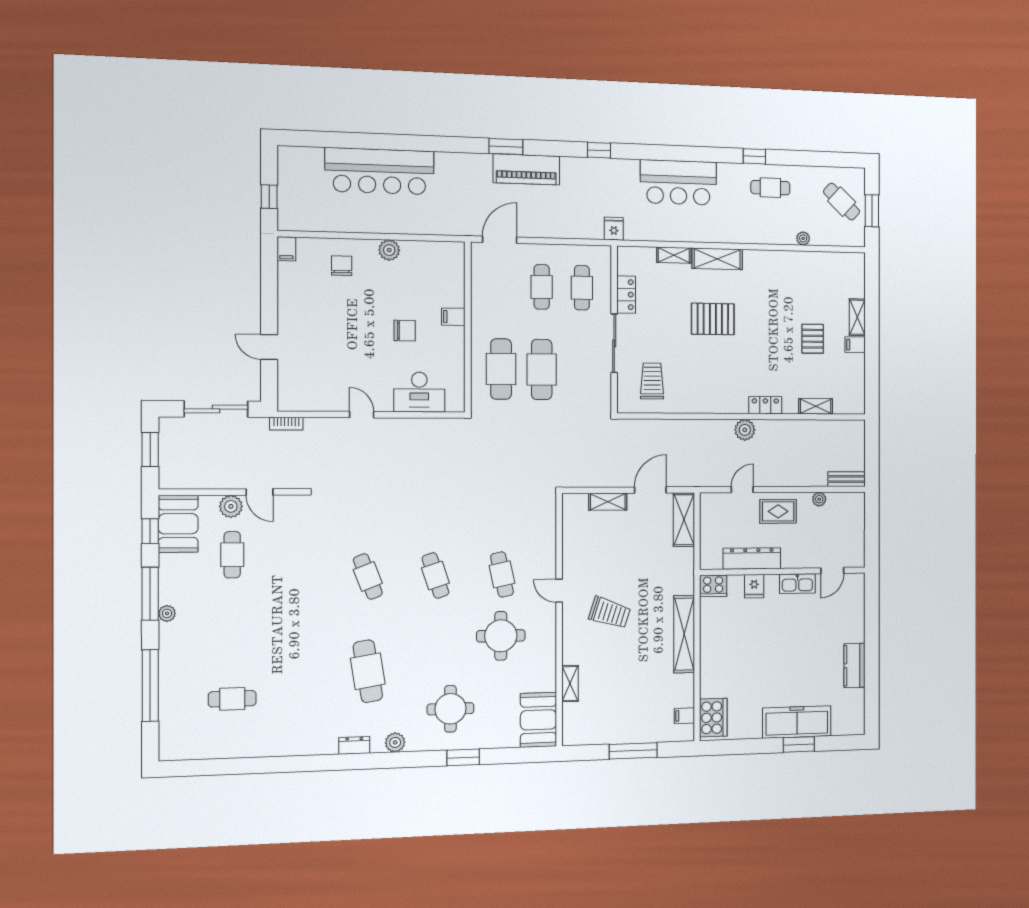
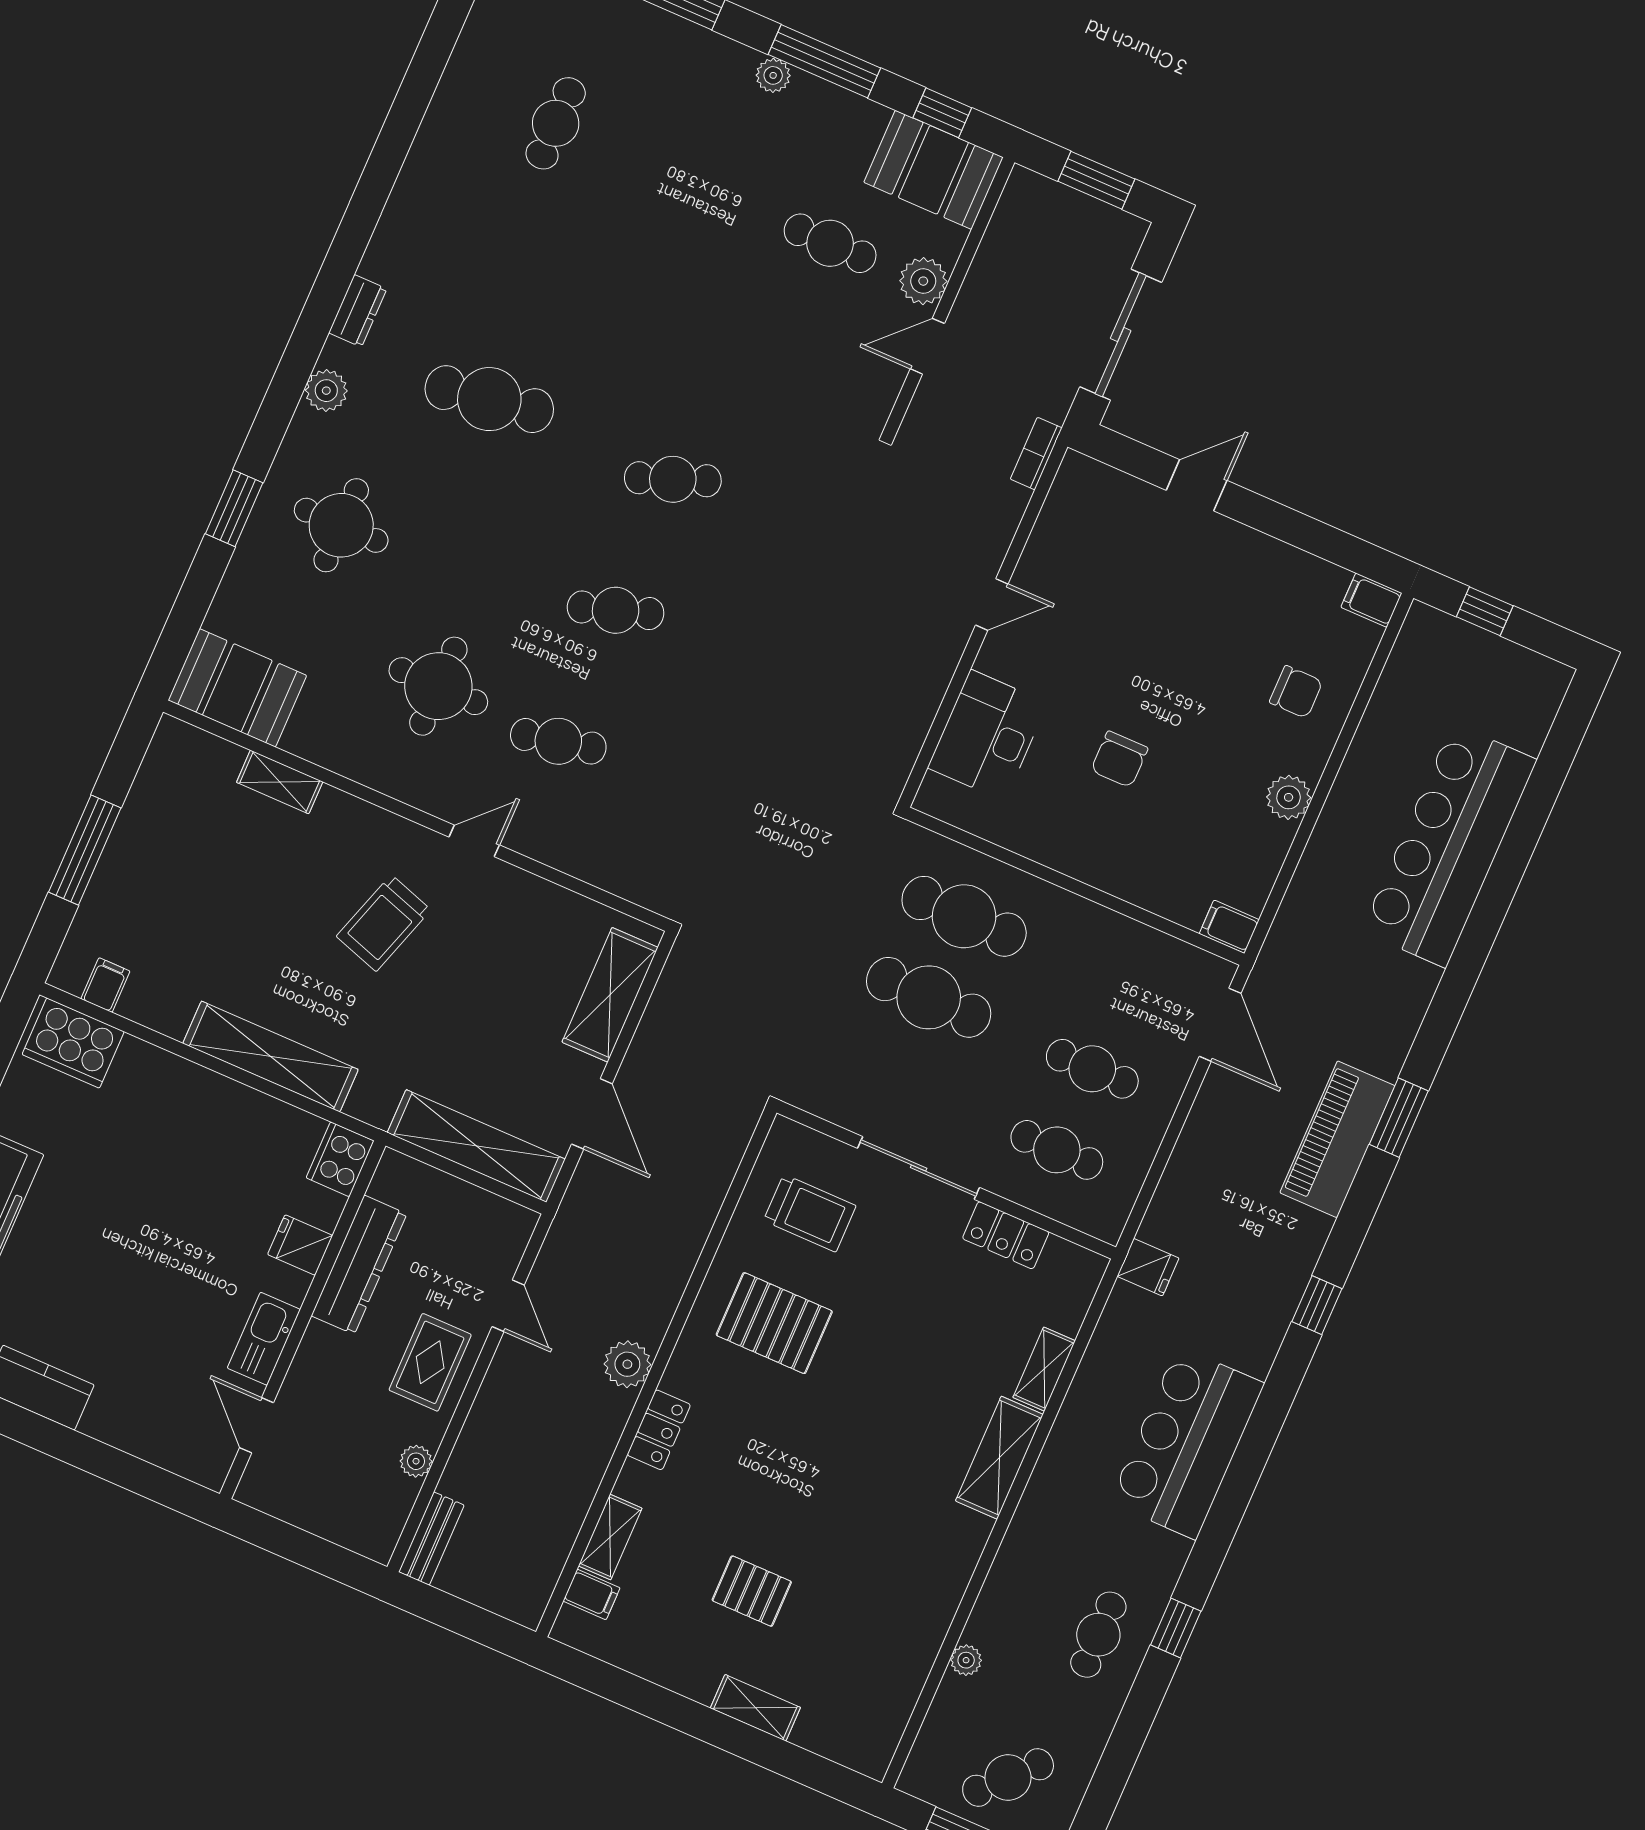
filing cabinet: (453, 317) -> (1229, 927), moved, turned -90
pallet: (713, 319) -> (774, 1323), moved, turned 90
filing cabinet: (855, 345) -> (592, 1594), moved, turned 90
shelving: (608, 502) -> (610, 995), width x1.50, depth x1.33
shelving: (684, 520) -> (476, 1146), width x1.47

